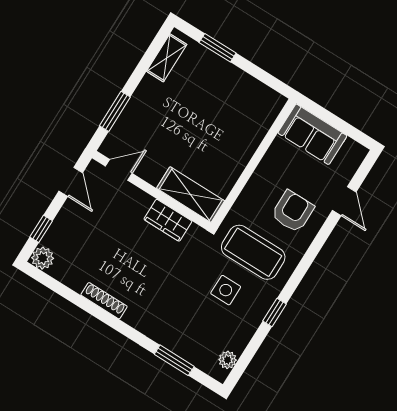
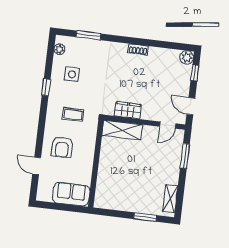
coffee table: (253, 252) -> (73, 115), width x0.54, depth x0.58
side table: (226, 290) -> (72, 74), moved
shoe rack: (104, 301) -> (138, 49), width x0.70

